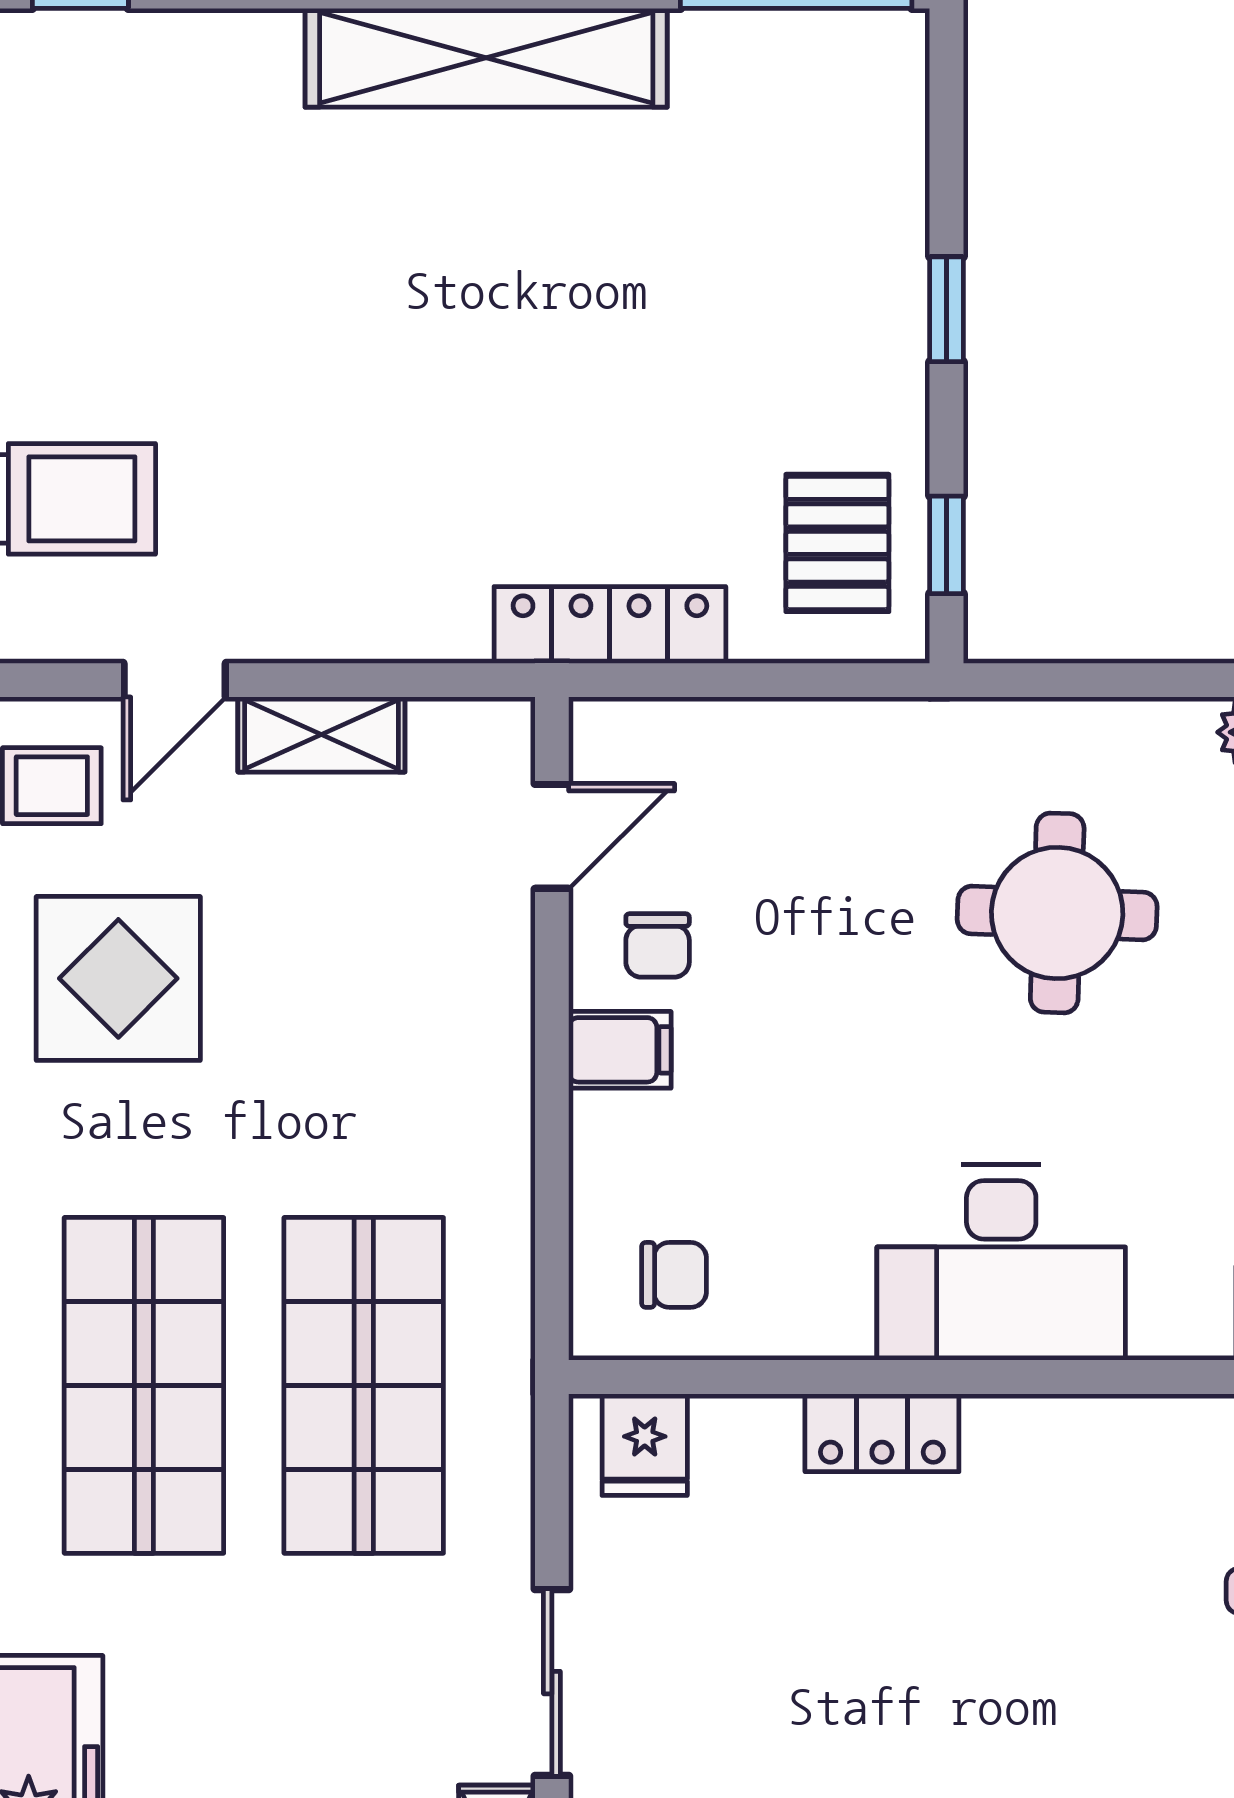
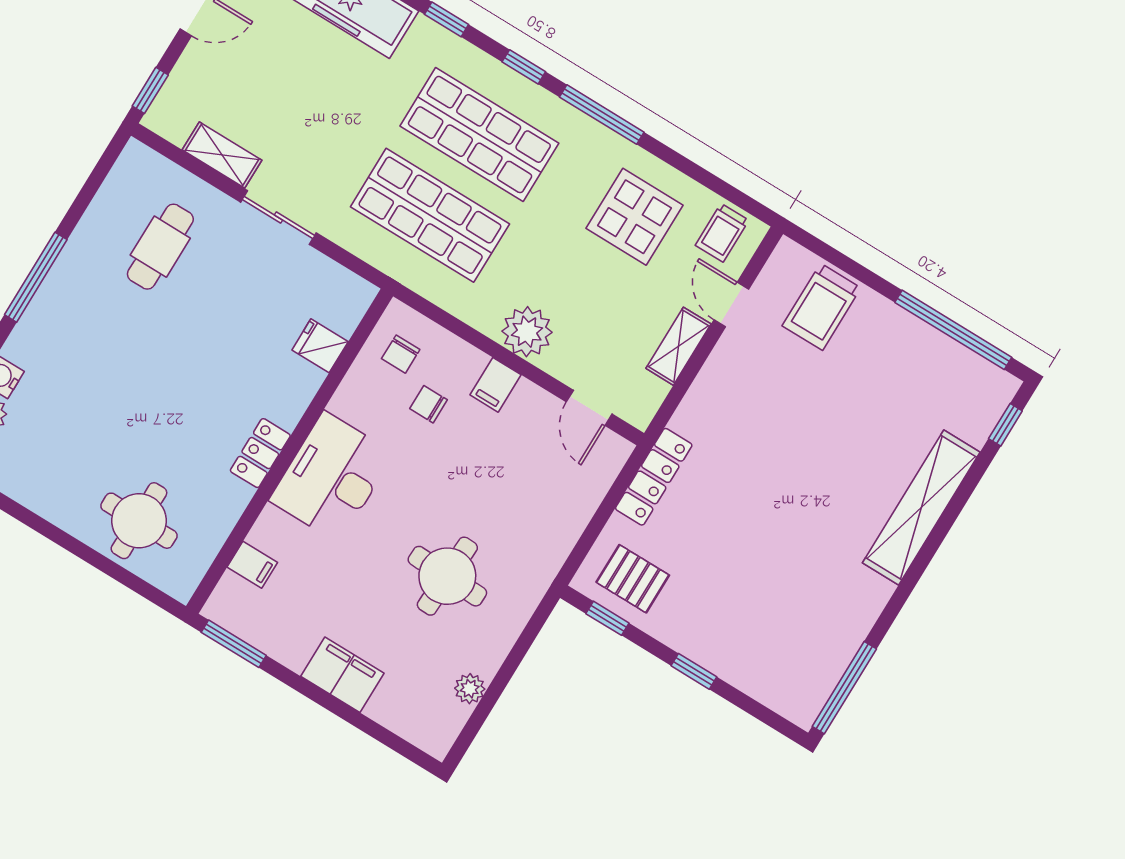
shelving: (486, 58) -> (921, 507), moved
chair: (658, 945) -> (429, 404), moved
plant: (476, 1052) -> (527, 332), added
locker: (882, 1433) -> (260, 453), moved
fridge: (645, 1445) -> (320, 346), moved

